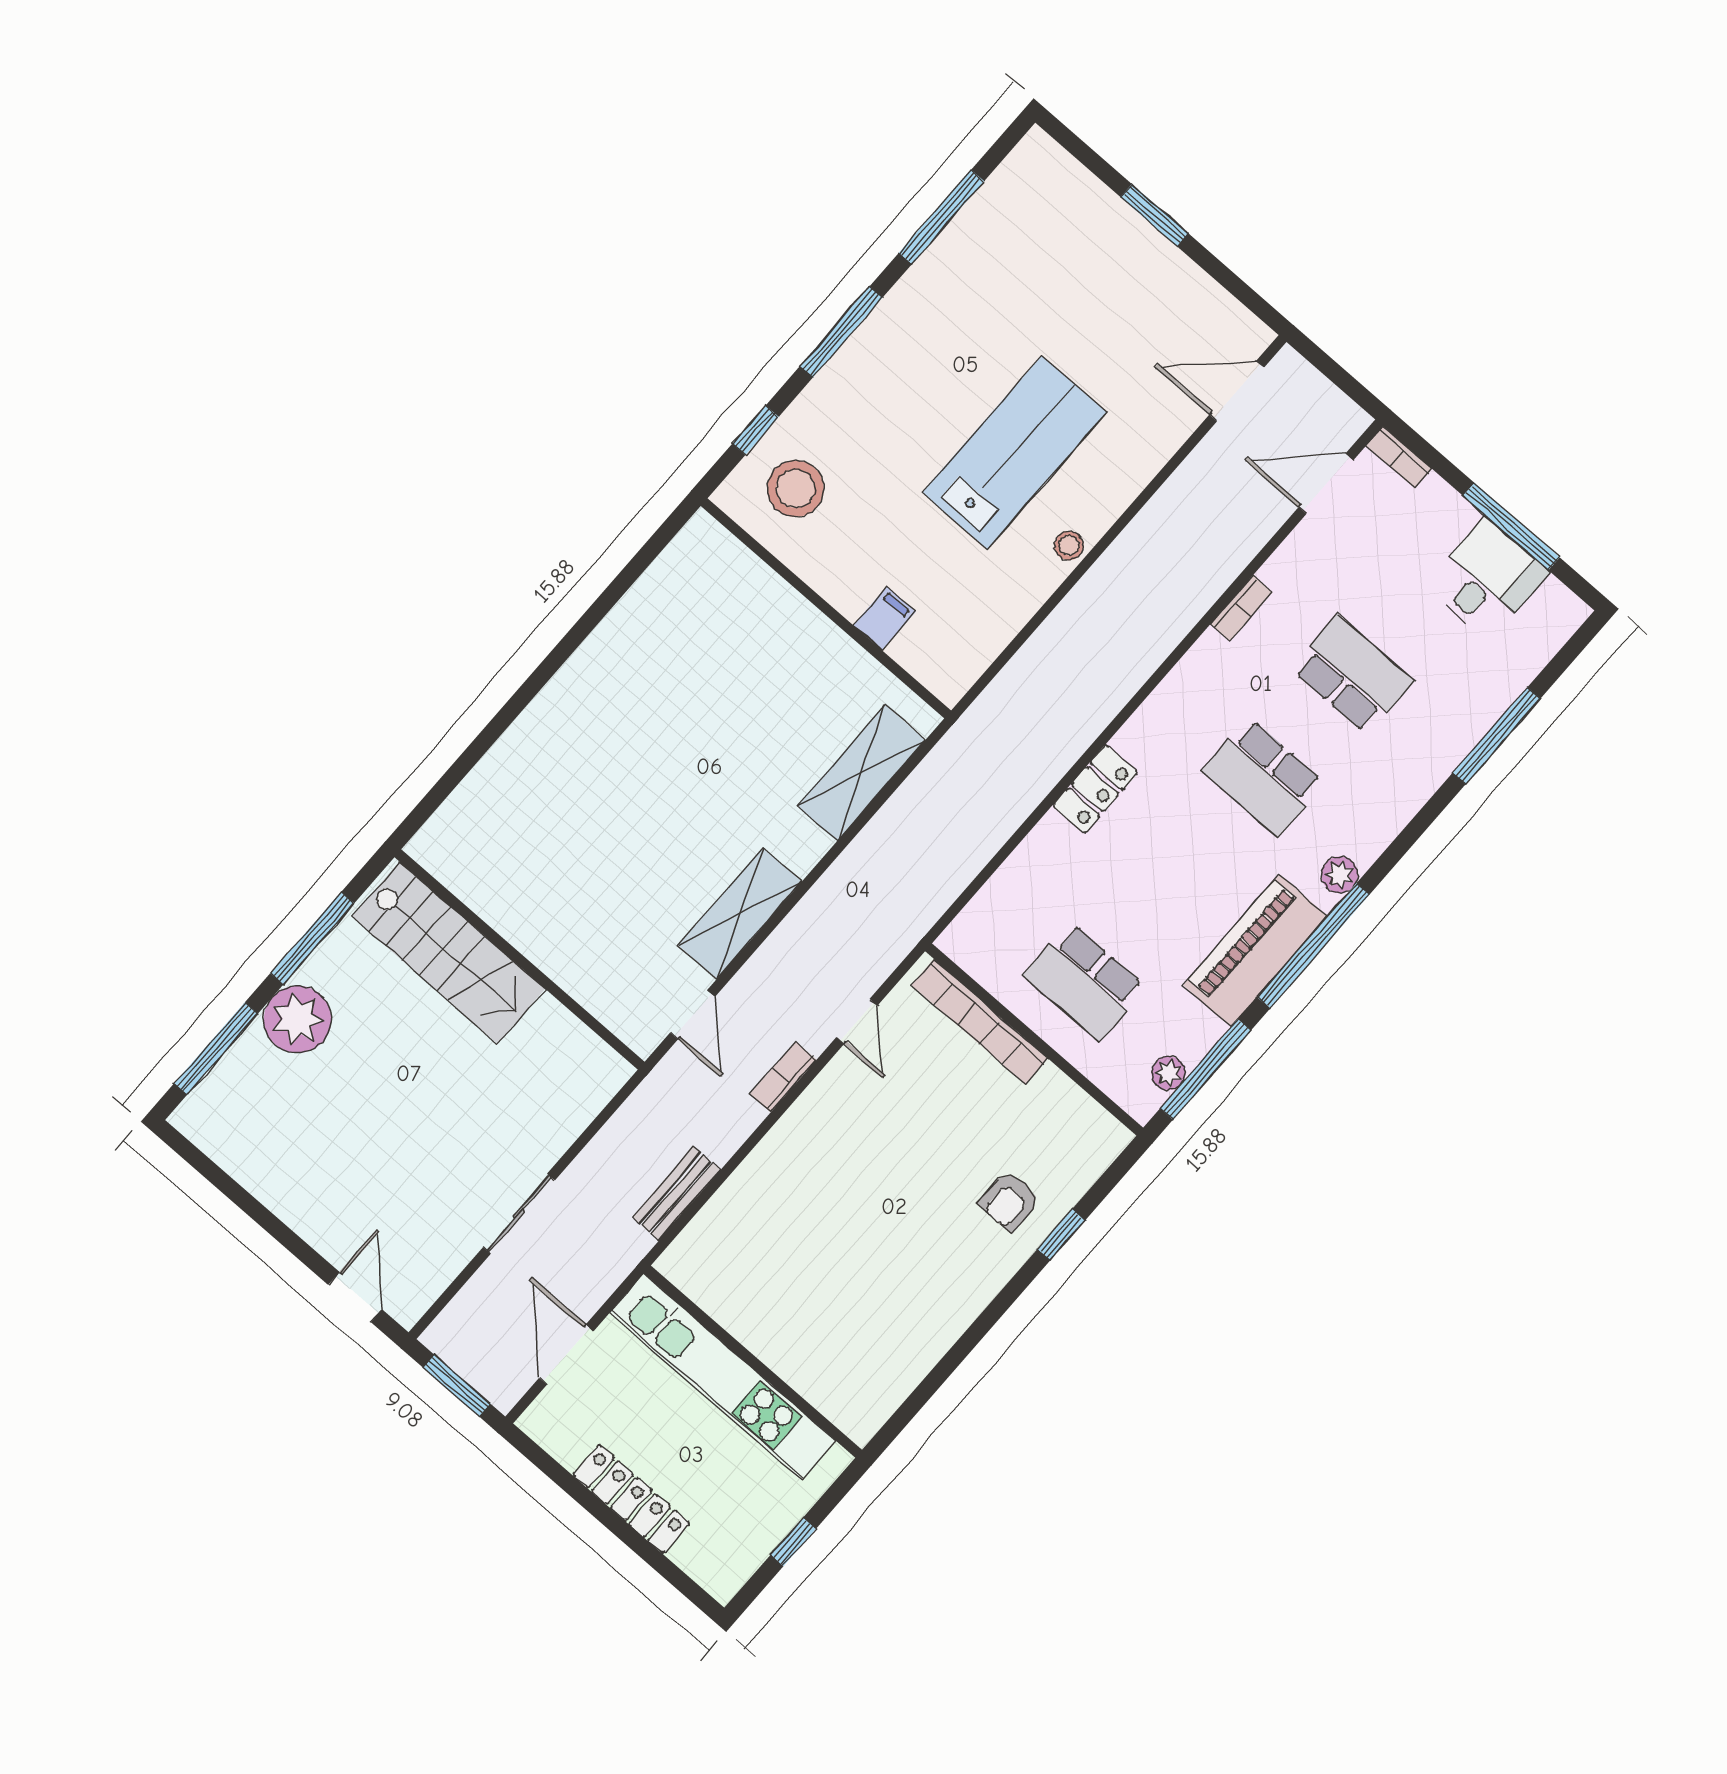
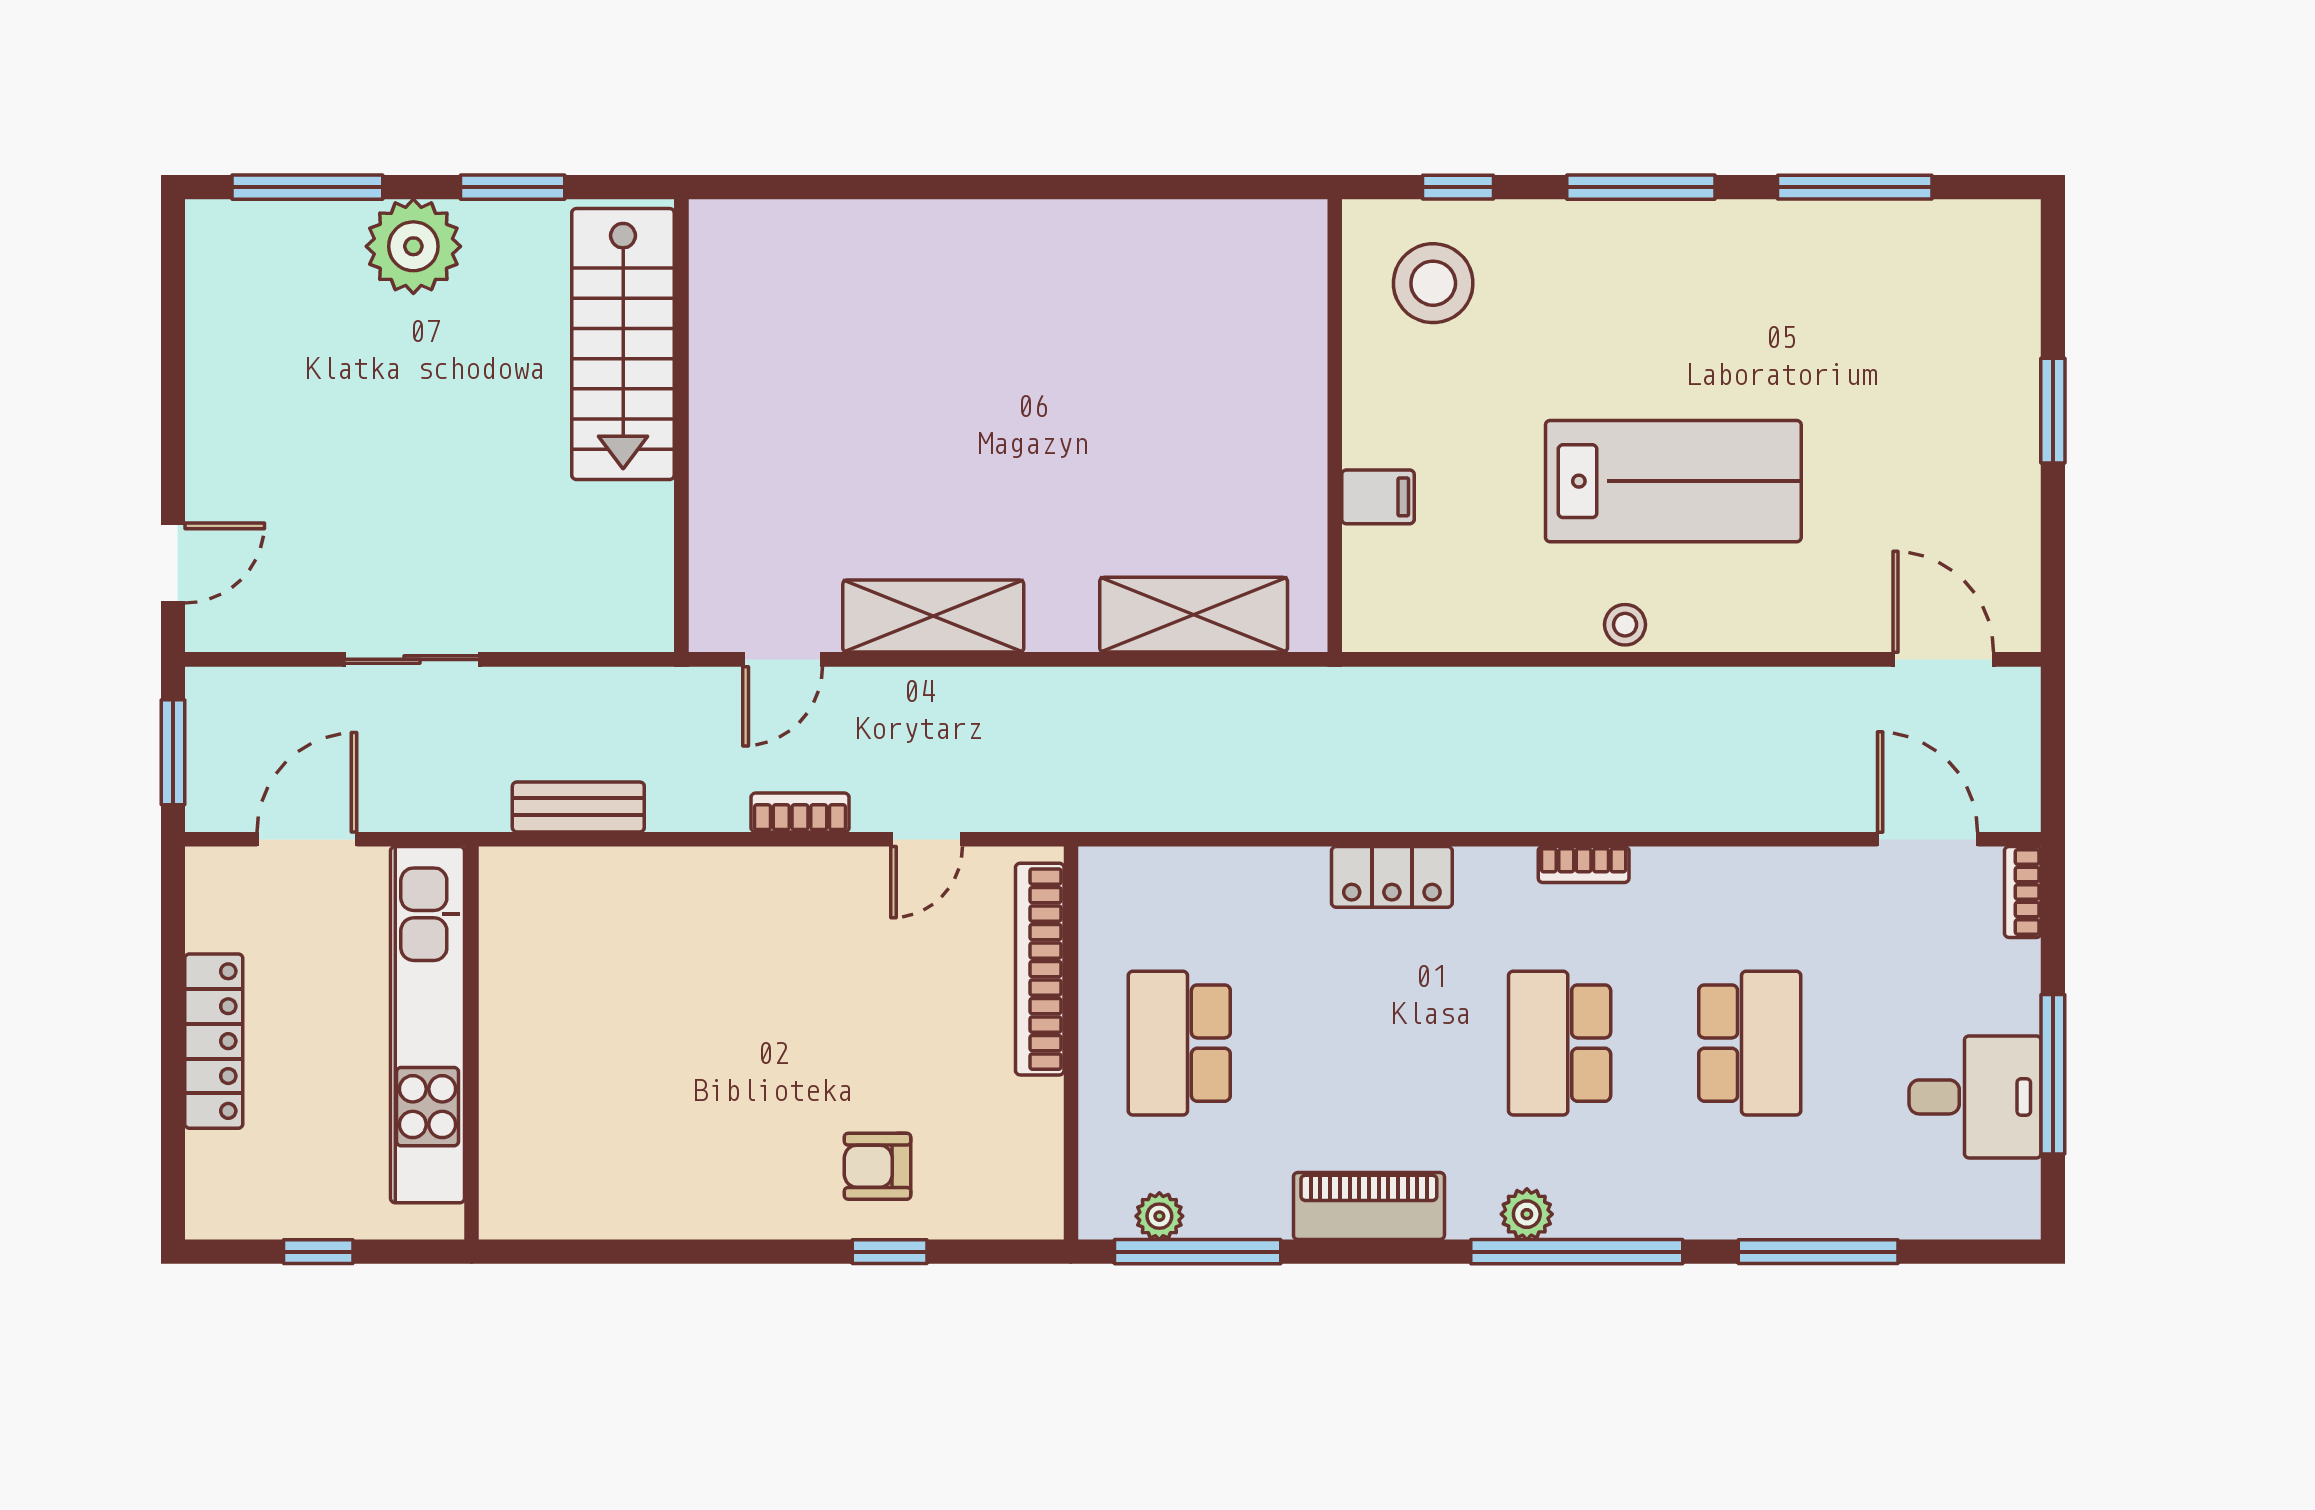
bookcase: (1241, 608) -> (1584, 865), moved
window: (312, 938) -> (513, 187), width x0.69
window: (1313, 946) -> (1577, 1252), moved
piano: (1255, 951) -> (1369, 1206), width x0.73, depth x0.75

